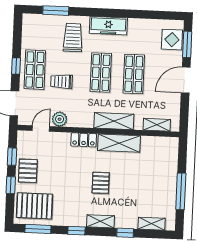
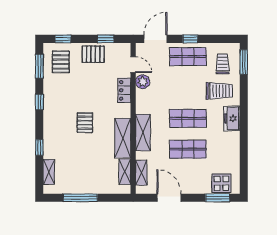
window: (56, 11) -> (244, 62), moved
freezer: (108, 26) -> (232, 118), width x0.71
door: (186, 80) -> (169, 198), moved
trolley: (62, 82) -> (223, 64), moved
locker: (84, 140) -> (124, 90), moved
pallet: (101, 183) -> (85, 123), turned 90
window: (11, 185) -> (63, 39), moved
pallet: (35, 206) -> (61, 62), width x0.67, depth x0.71
shelving: (101, 221) -> (125, 172), moved

